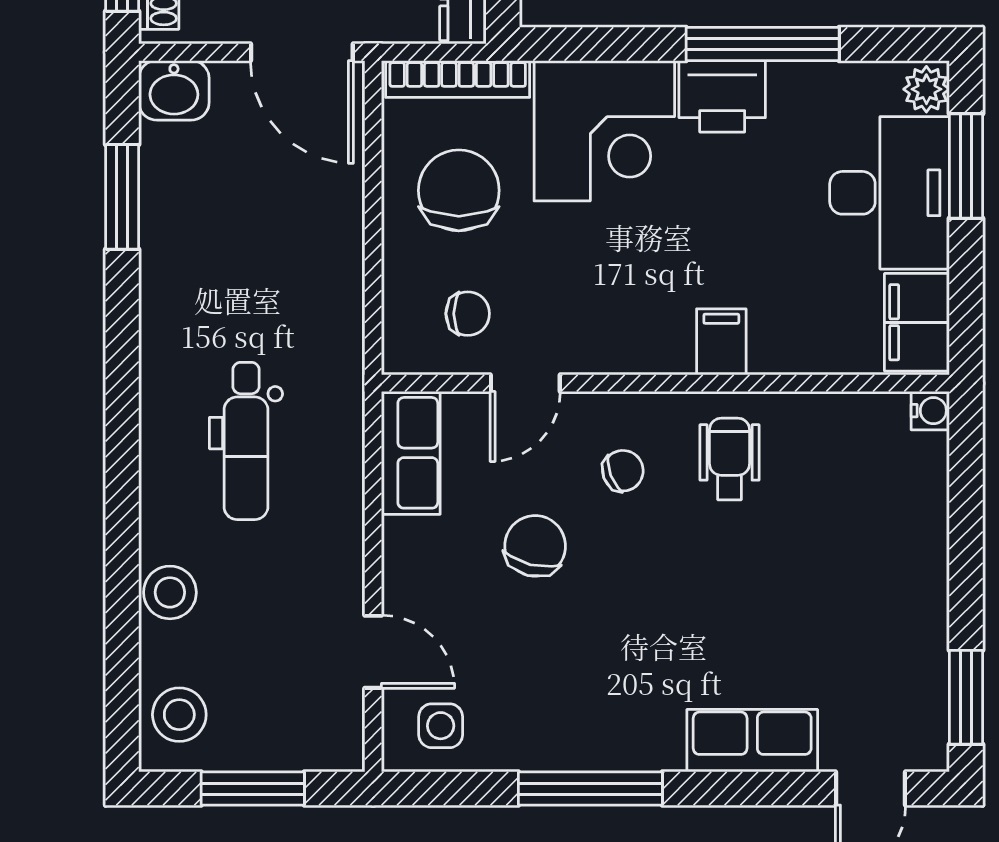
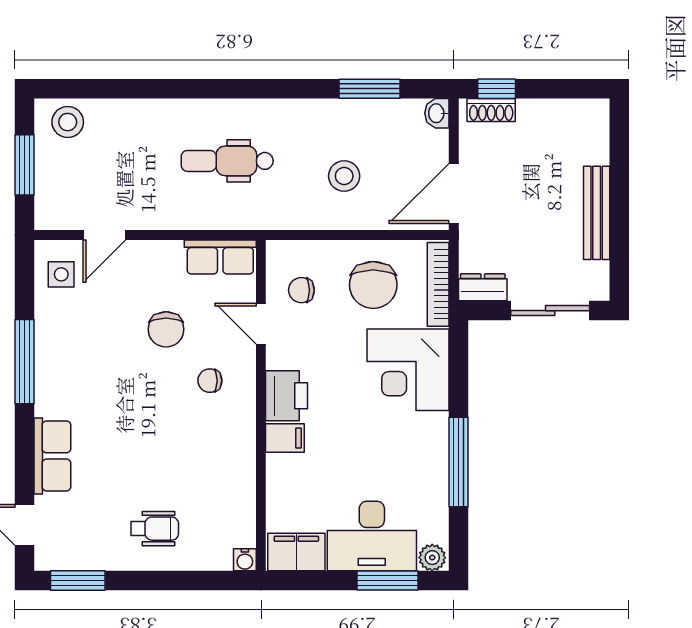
washbasin: (174, 90) -> (437, 113), width x0.72, depth x0.69
printer: (722, 96) -> (287, 396), moved, turned 180
chair: (459, 190) -> (373, 285), turned 90
chair: (468, 314) -> (301, 290), turned 90
wheelchair: (730, 459) -> (155, 529), moved
chair: (623, 471) -> (210, 381), turned 111
chair: (535, 546) -> (166, 329), turned 76
stool: (170, 592) -> (344, 176), moved

